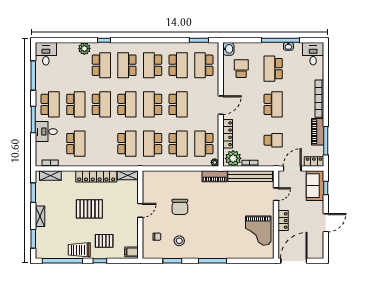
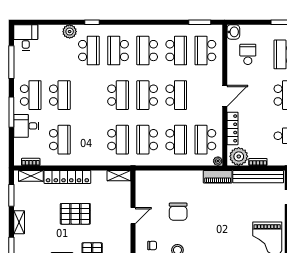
school desk: (101, 104) -> (89, 95), removed
locker: (96, 176) -> (67, 177), moved

